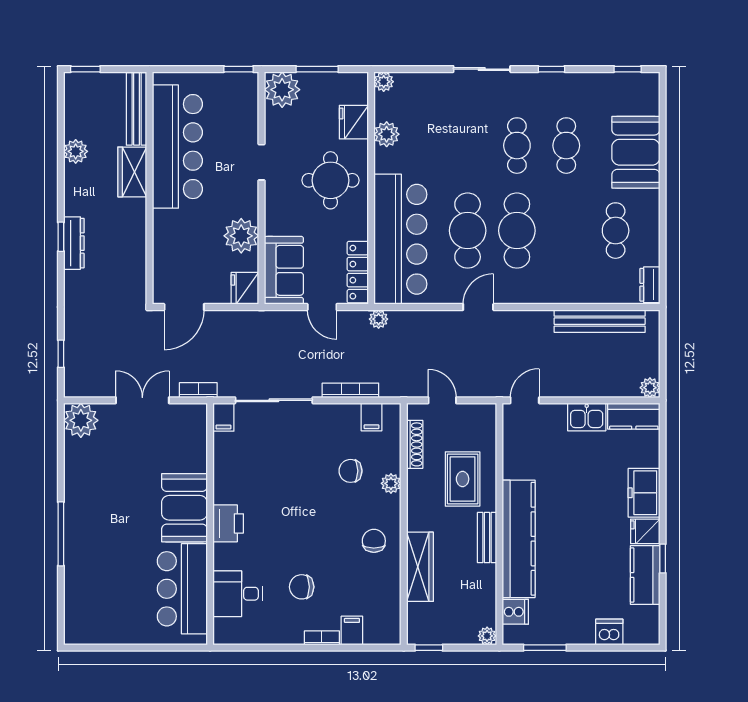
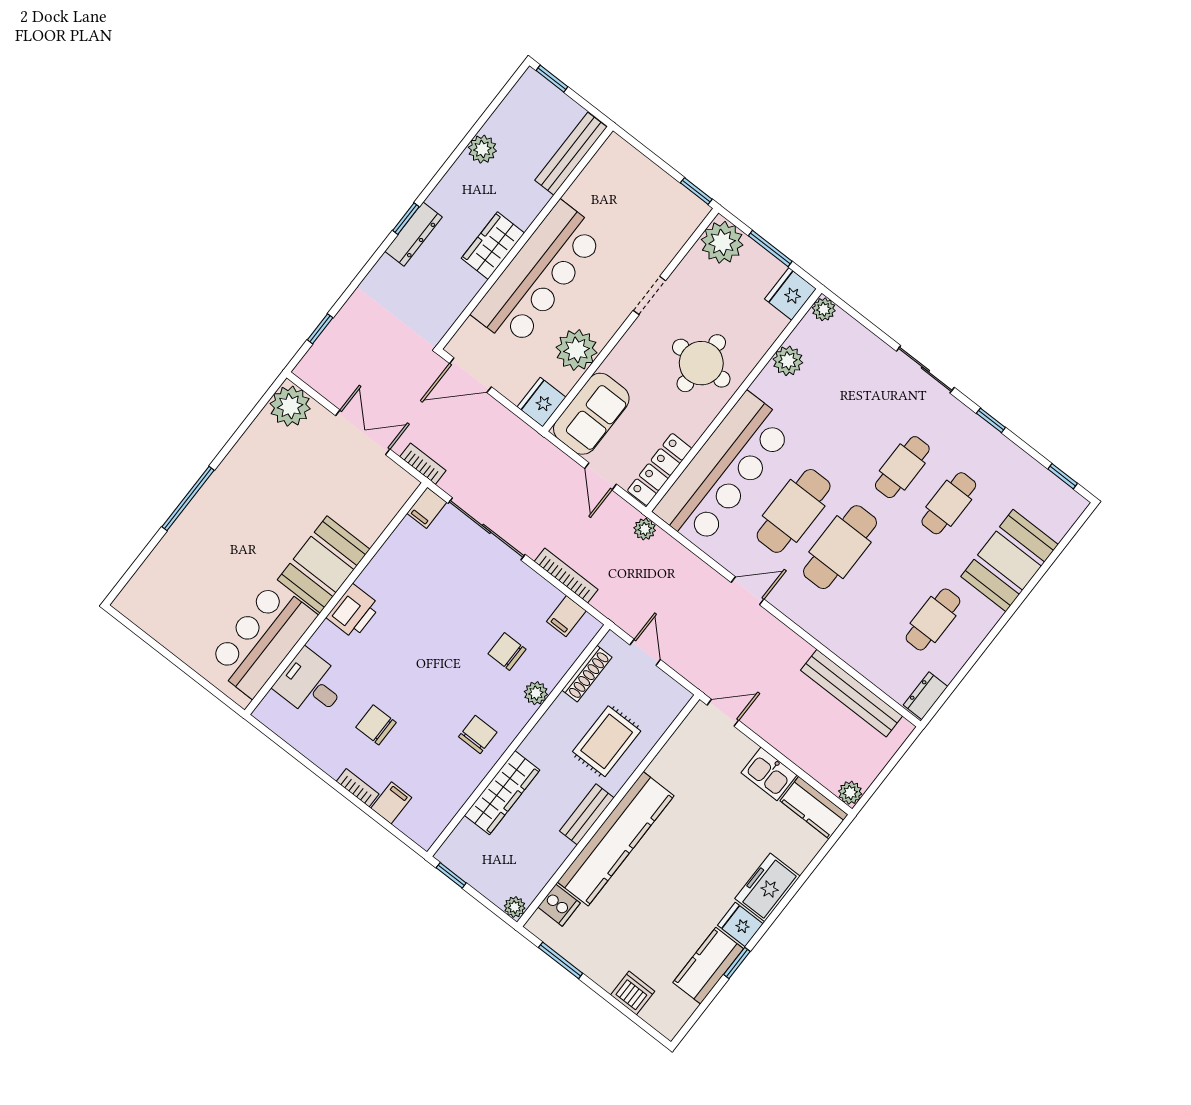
fridge: (354, 122) -> (790, 294), moved
bar counter: (177, 147) -> (538, 275), moved
wardrobe: (132, 172) -> (493, 246), moved

